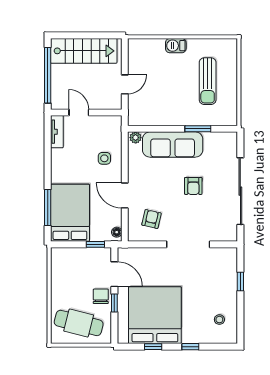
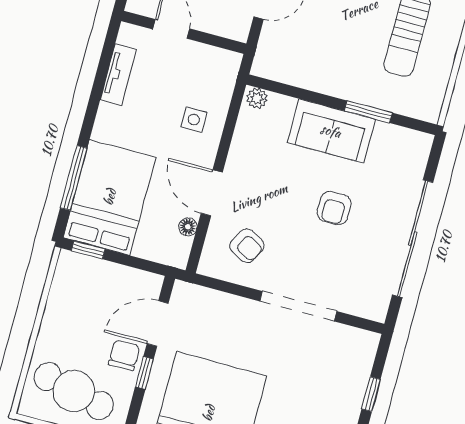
tv unit: (57, 132) -> (118, 75), moved
sofa: (173, 145) -> (331, 131), width x0.73
armchair: (151, 219) -> (247, 246), turned 106
floor lamp: (117, 232) -> (188, 227), moved
window: (95, 244) -> (88, 250), moved
door: (114, 274) -> (158, 323), swing flipped

